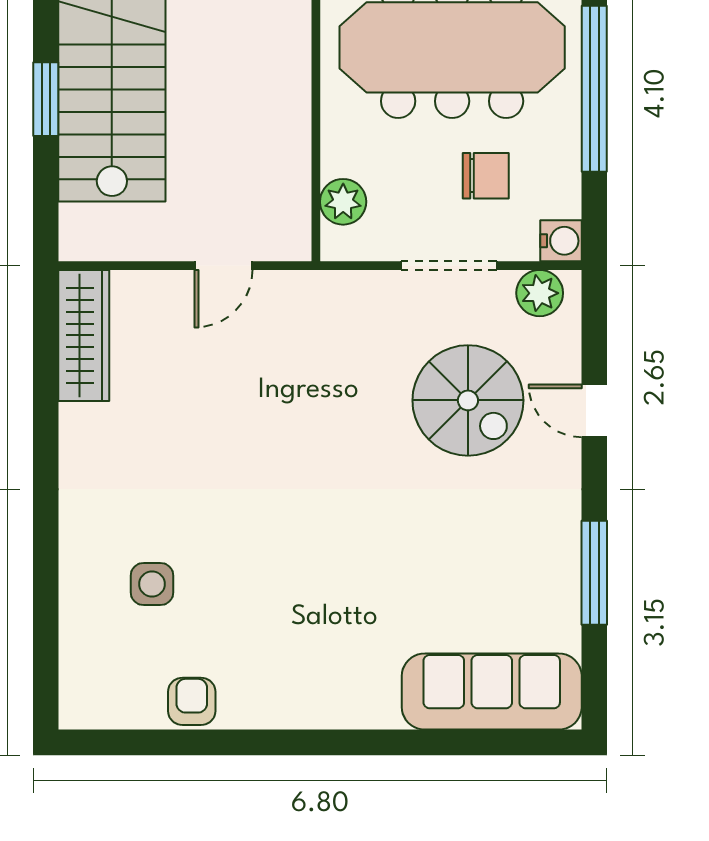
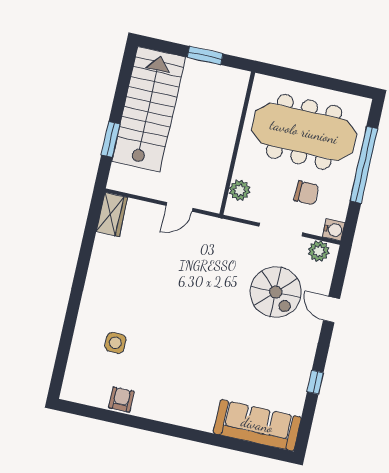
window: (46, 99) -> (111, 139), moved
wardrobe: (84, 335) -> (112, 214), width x0.67
window: (594, 573) -> (315, 382), width x0.46

